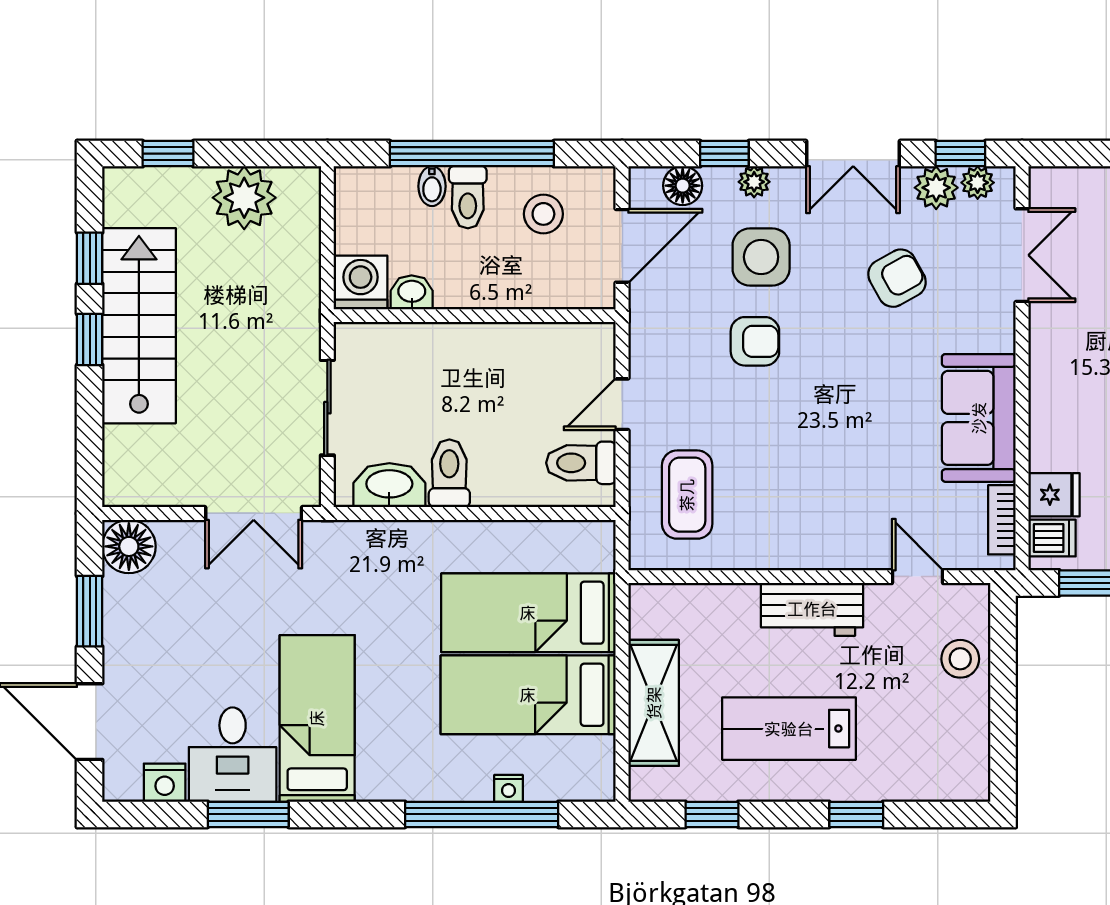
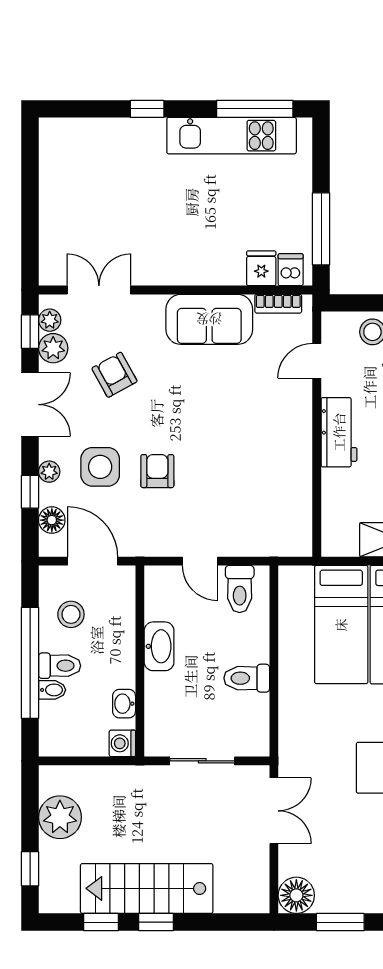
washing machine: (361, 282) -> (122, 743), width x0.73, depth x0.73
washbasin: (389, 485) -> (159, 646), moved, turned 180
coffee table: (687, 495) -> (261, 517), removed

